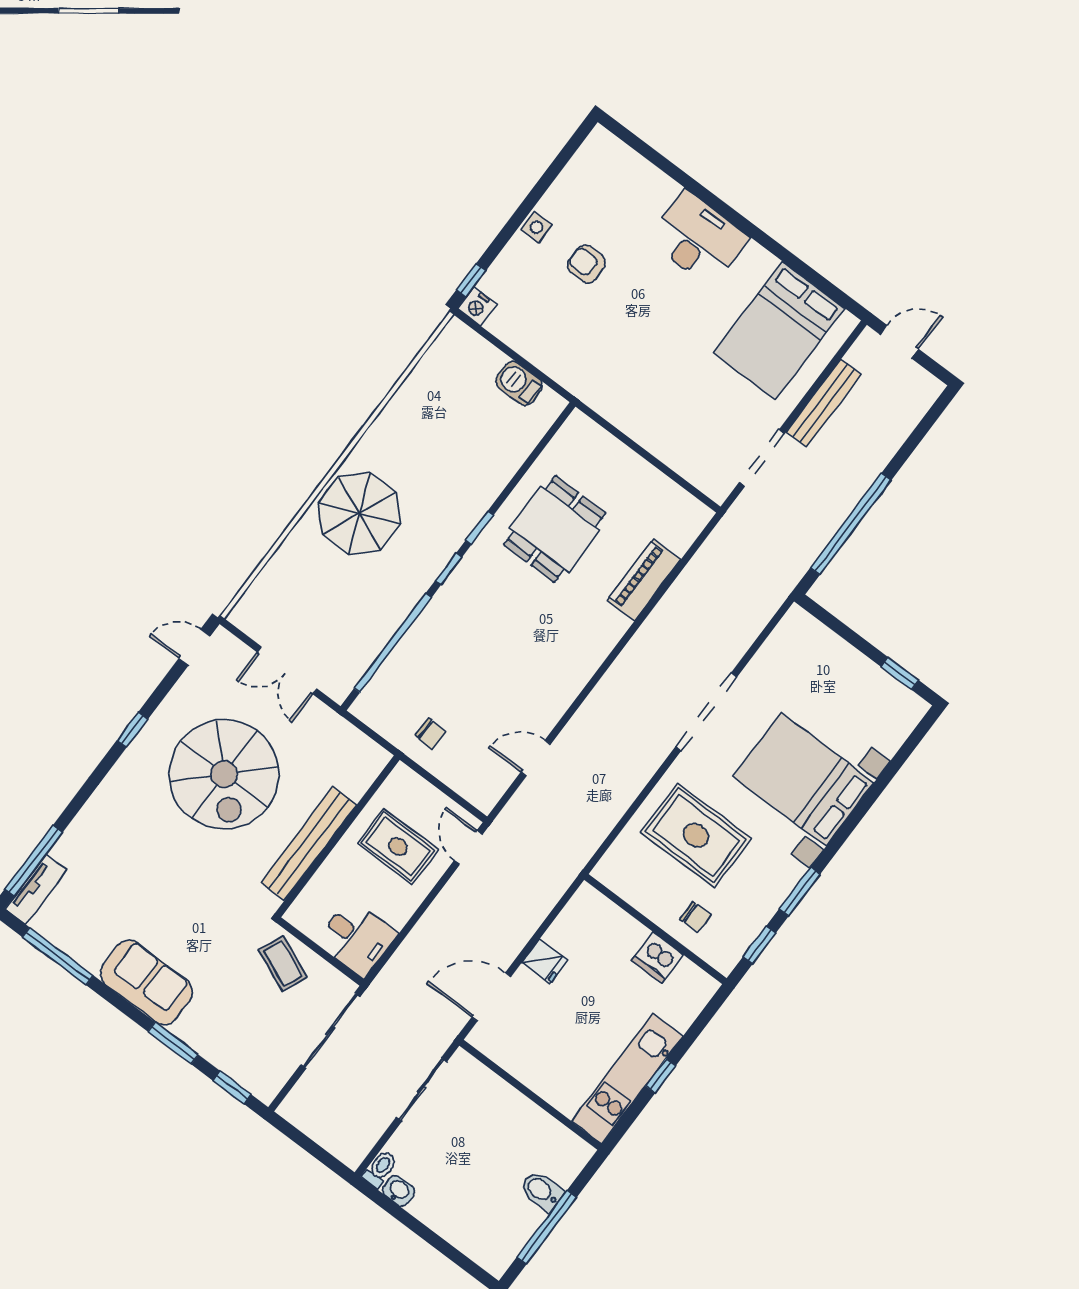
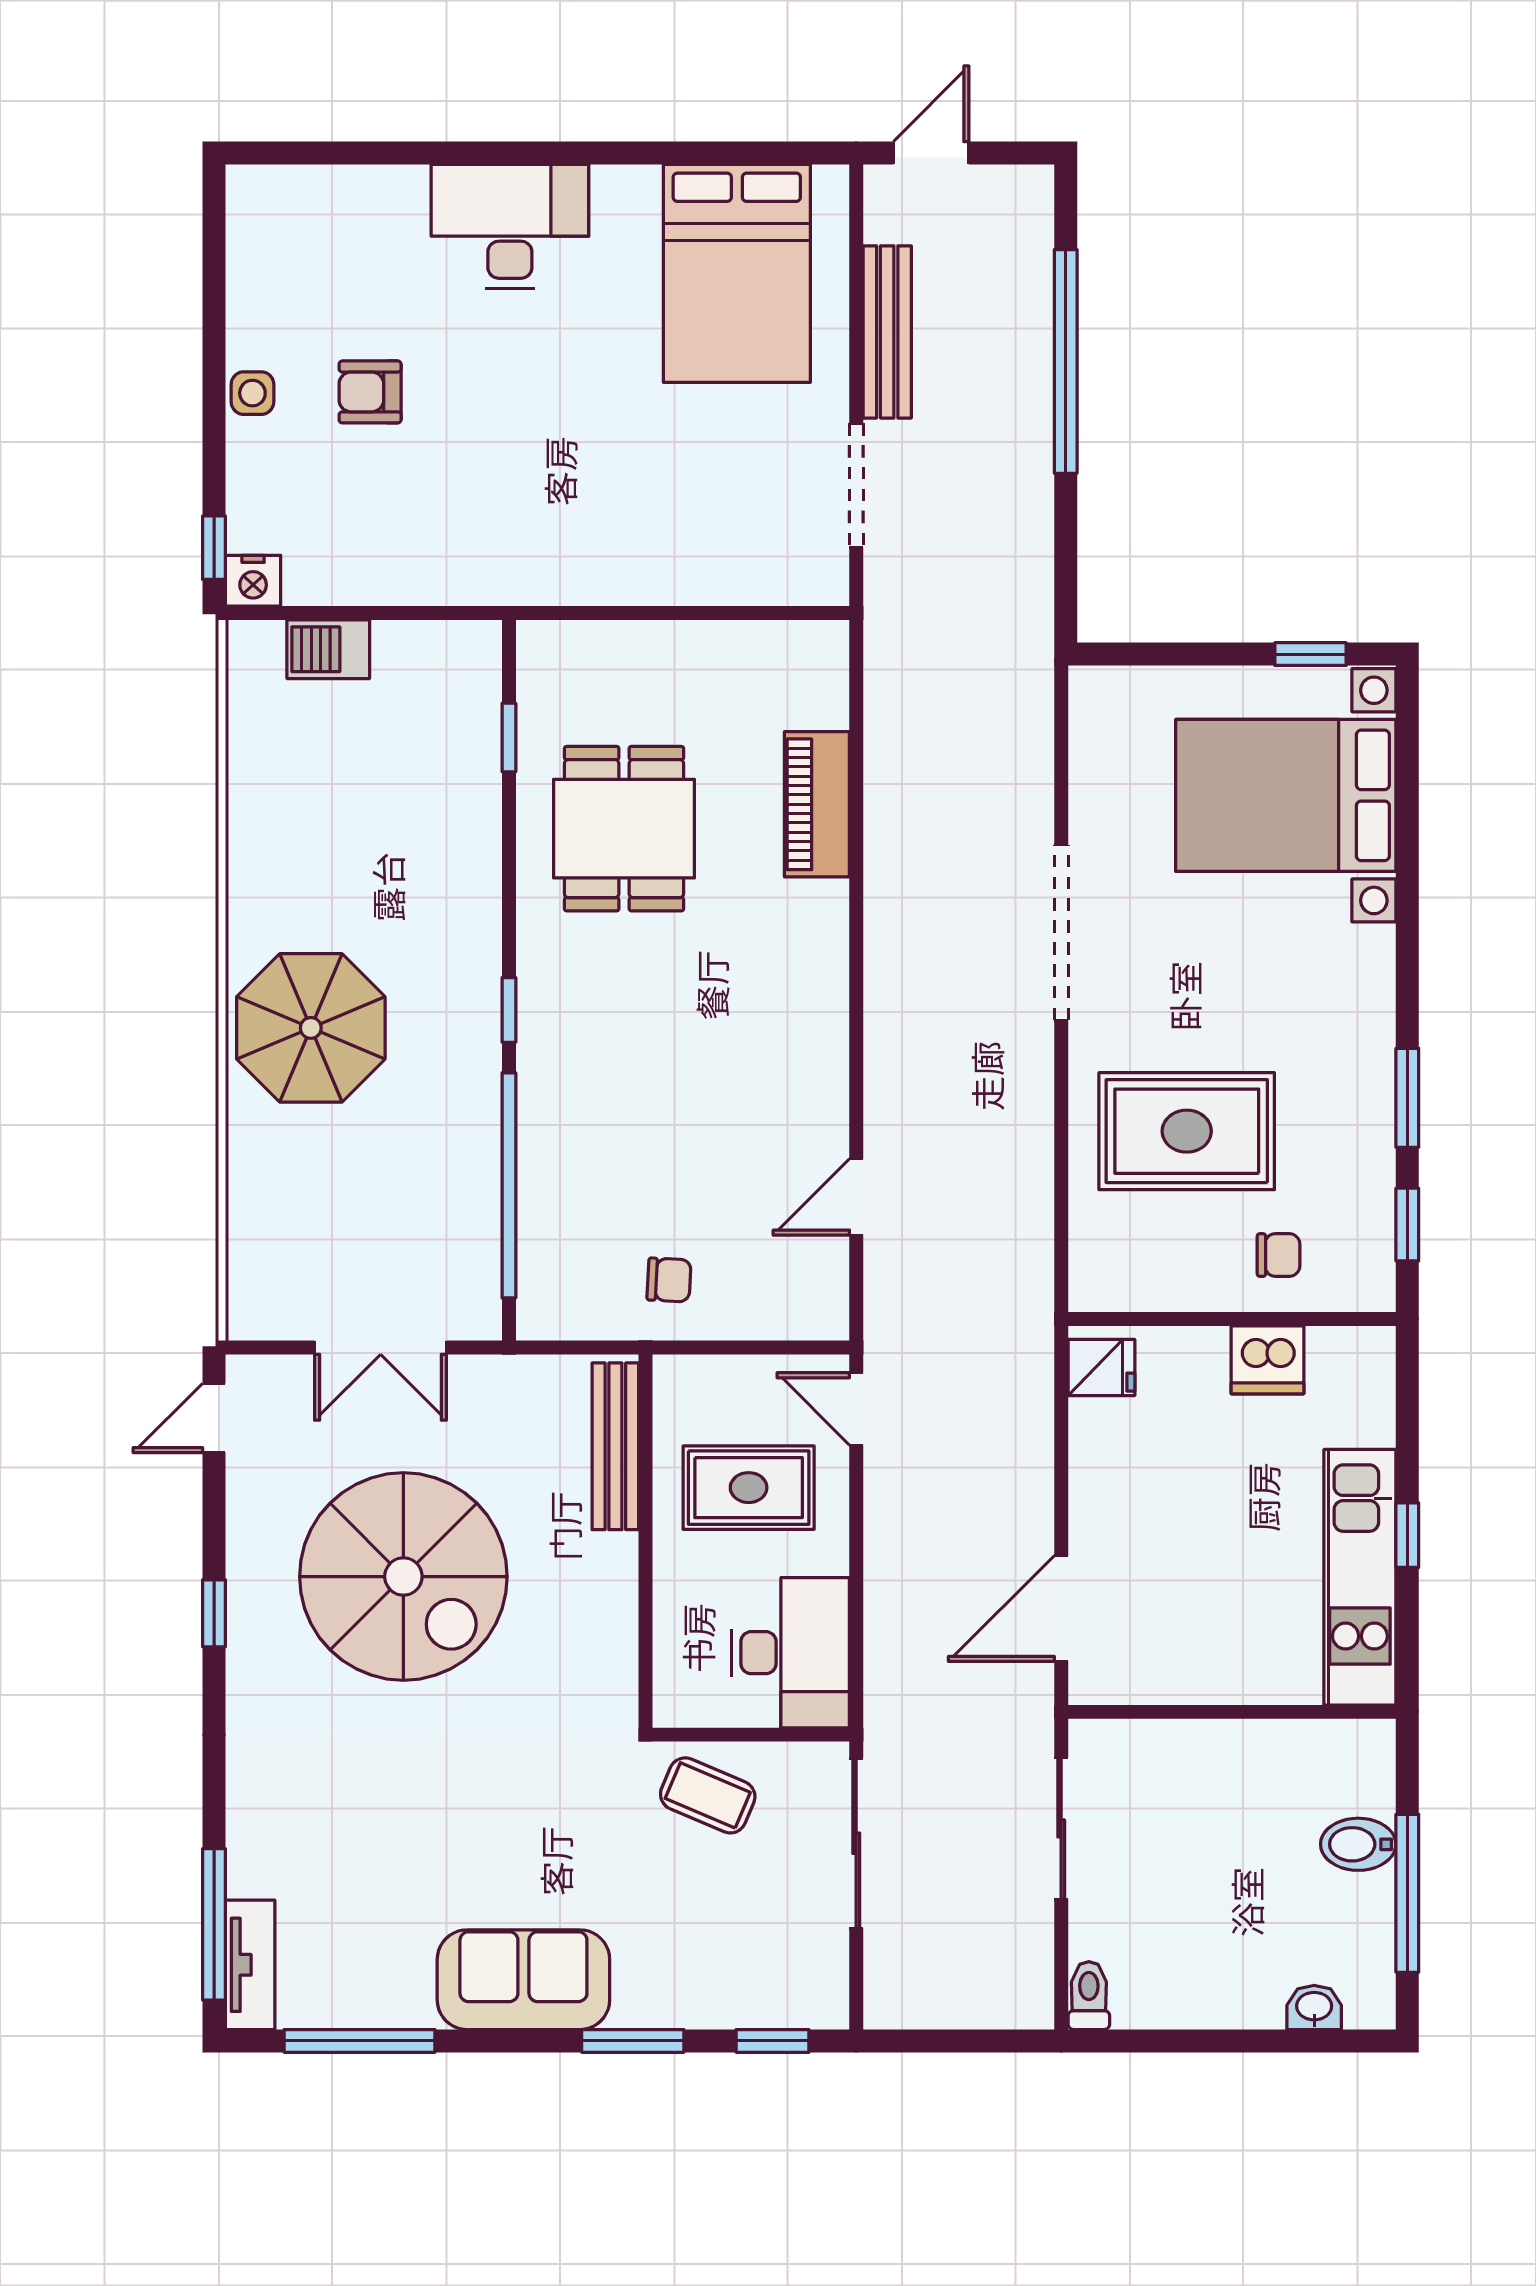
barbecue: (519, 383) -> (328, 649), moved
window: (851, 524) -> (1066, 361), moved
window: (479, 528) -> (509, 737), moved
bed with nightstands: (804, 780) -> (1286, 795), moved
bench: (309, 843) -> (615, 1446), moved, width x0.73, depth x0.82
desk: (357, 938) -> (790, 1653), width x1.37
fridge: (545, 962) -> (1101, 1367), moved
washbasin: (398, 1191) -> (1314, 2007), moved

